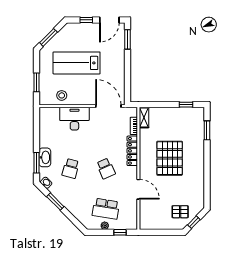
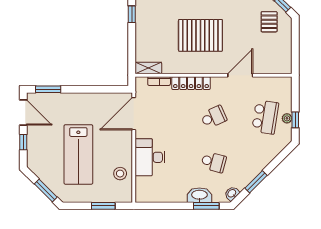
window: (120, 232) -> (295, 120), moved

